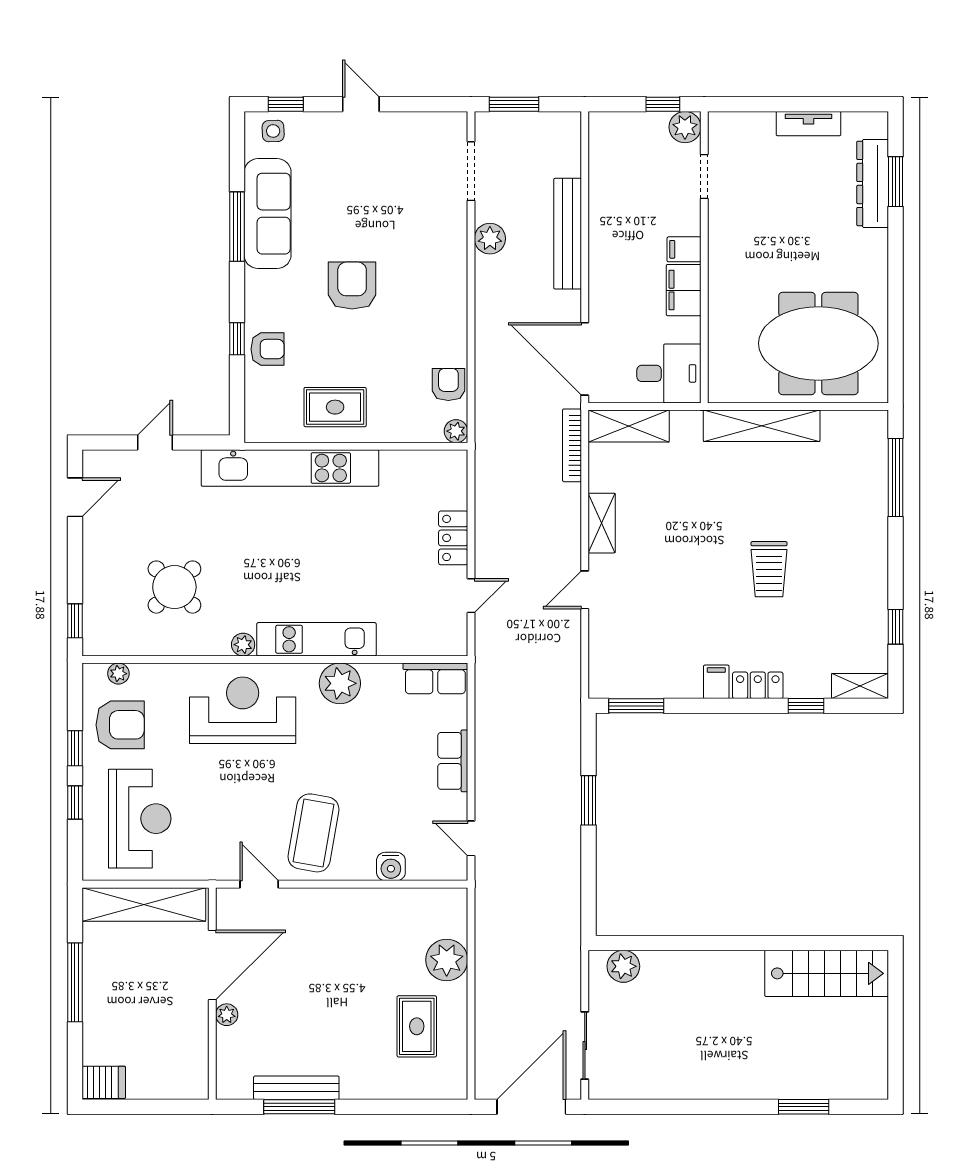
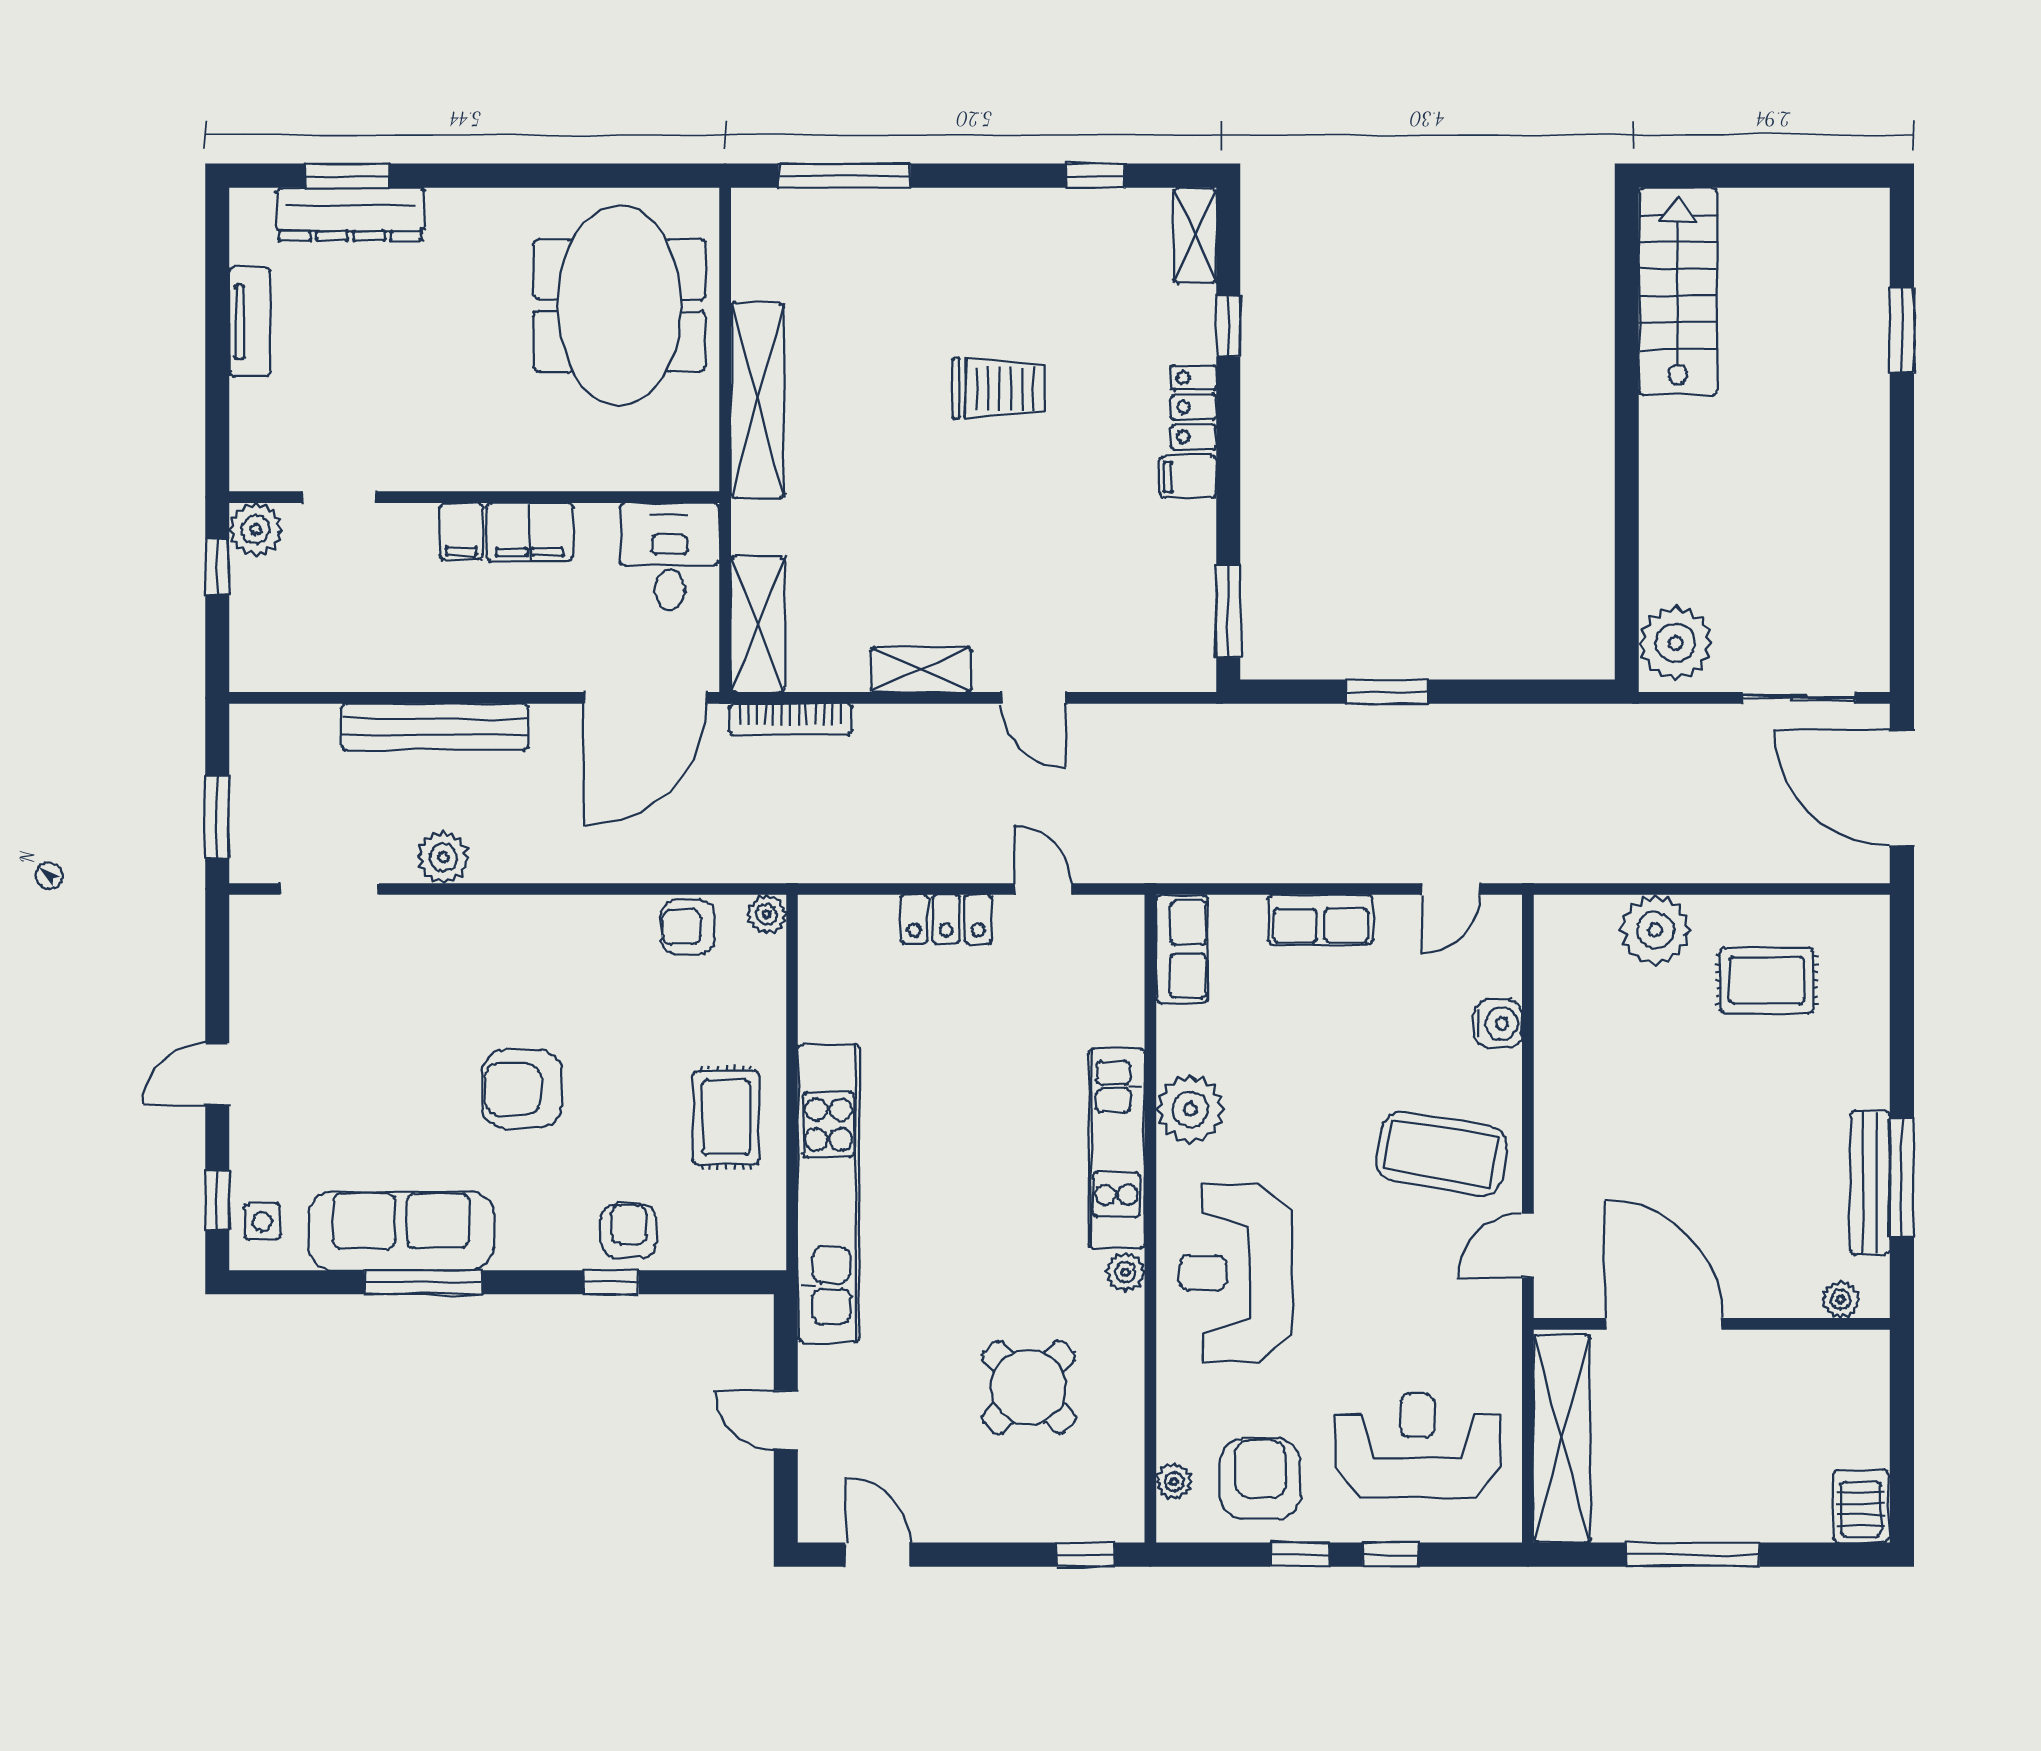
plant: (623, 966) -> (1676, 643), width x1.36, depth x1.36
plant: (227, 1015) -> (1841, 1300), moved

